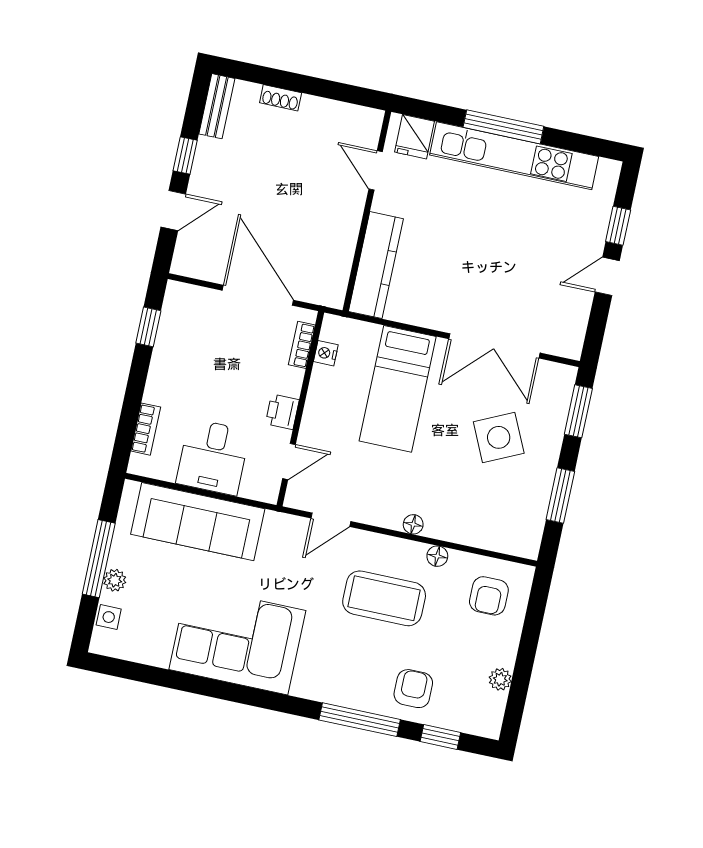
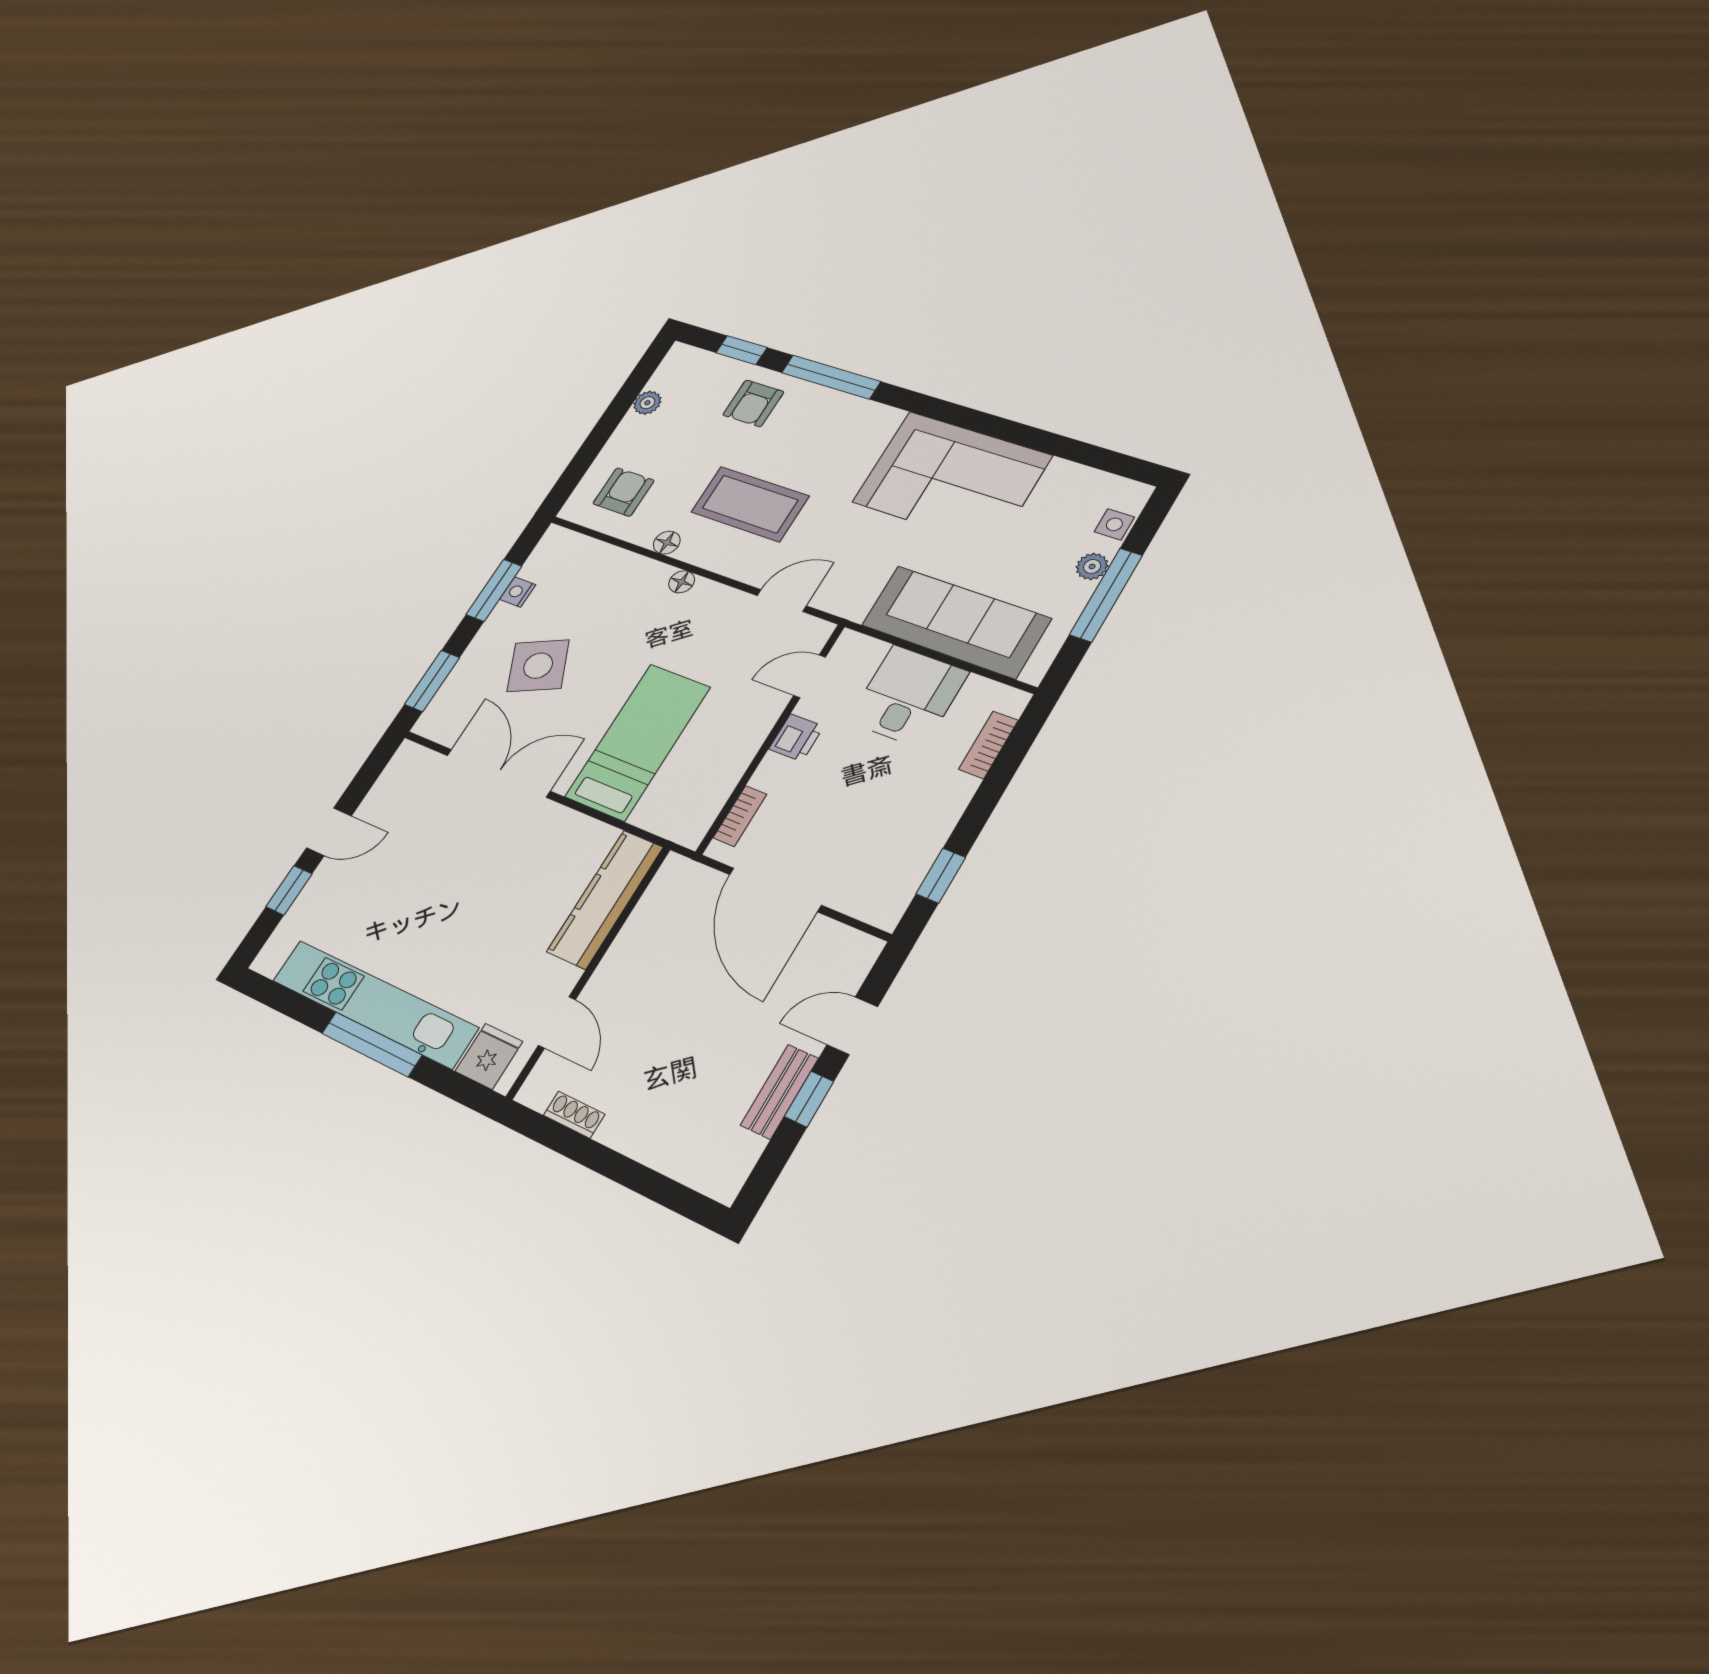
shoe rack: (281, 98) -> (574, 1115), moved
bench: (217, 106) -> (779, 1092), moved
nightstand: (326, 353) -> (518, 592), moved, turned 180

